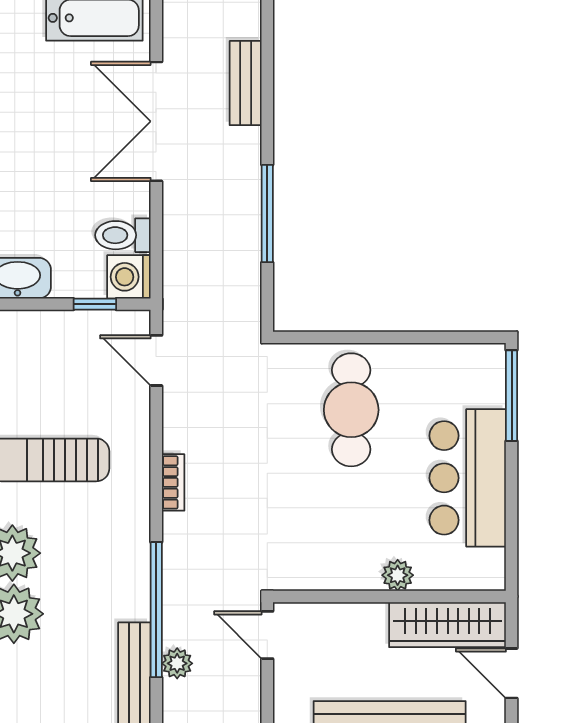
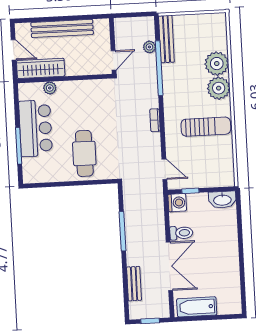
toilet: (123, 235) -> (181, 233), moved
window: (512, 396) -> (19, 146), moved
plant: (398, 575) -> (50, 88), moved
door: (267, 635) -> (114, 60), hinge flipped

